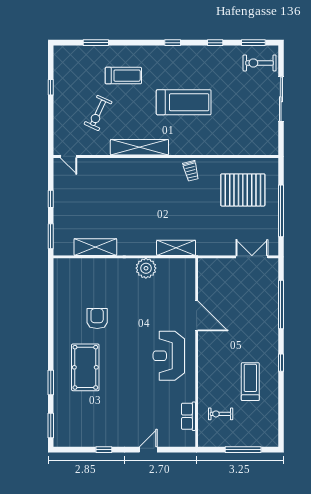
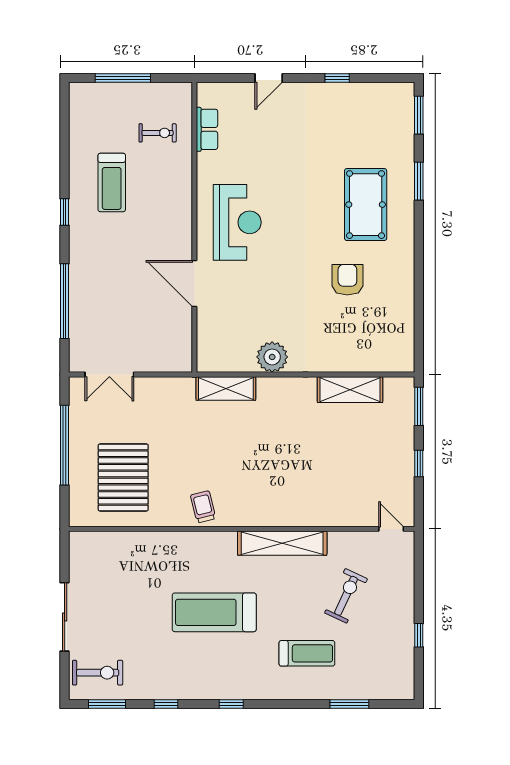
treadmill: (123, 76) -> (307, 653), turned 180
pallet: (243, 190) -> (123, 477), turned 90
armchair: (97, 318) -> (347, 280), turned 180

